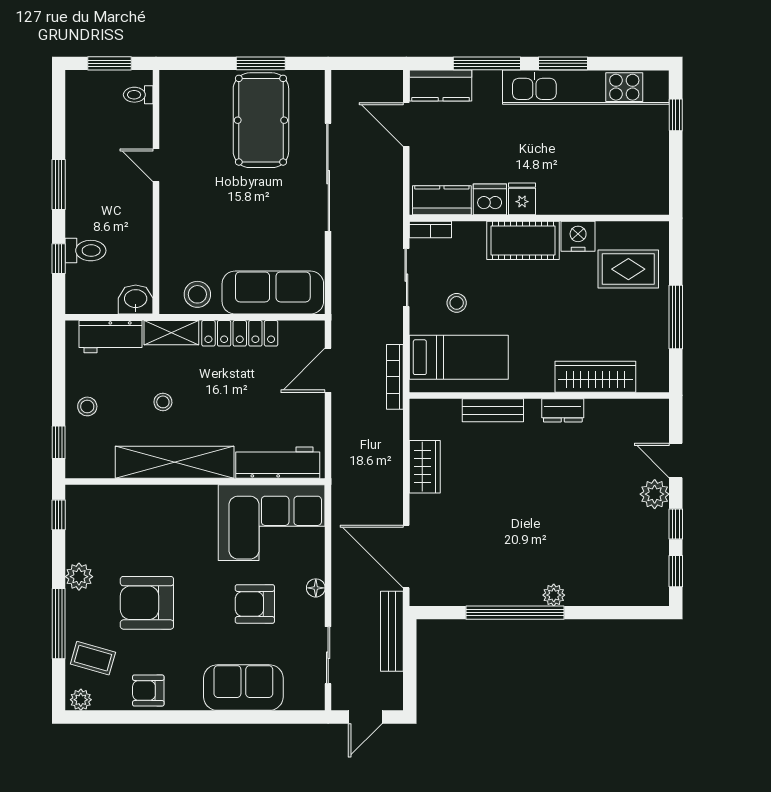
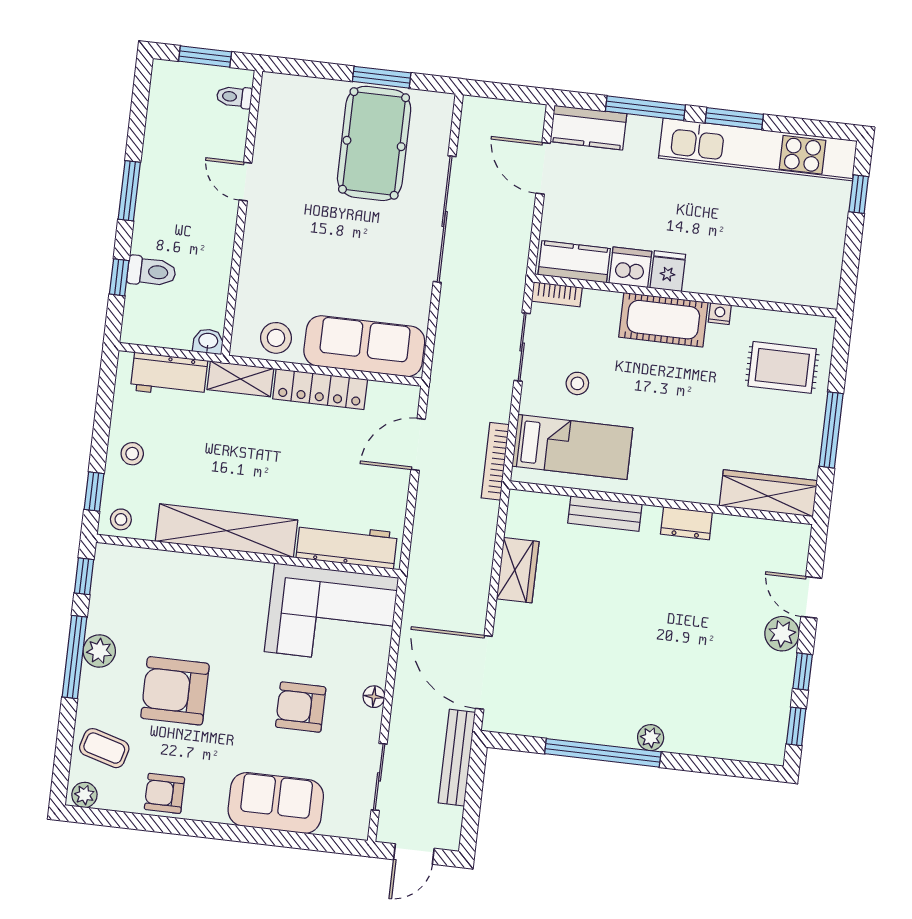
nightstand: (578, 236) -> (720, 314), width x0.53, depth x0.56
washbasin: (136, 299) -> (208, 341), width x0.72, depth x0.69
wardrobe: (595, 377) -> (768, 493), moved
stool: (163, 402) -> (121, 519), moved
window: (59, 624) -> (75, 657), moved

